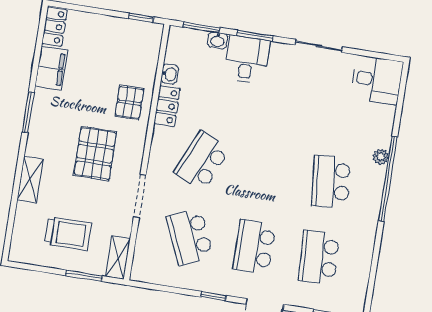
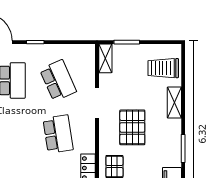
school desk: (202, 161) -> (58, 134), turned -33
trolley: (68, 233) -> (163, 68), moved

